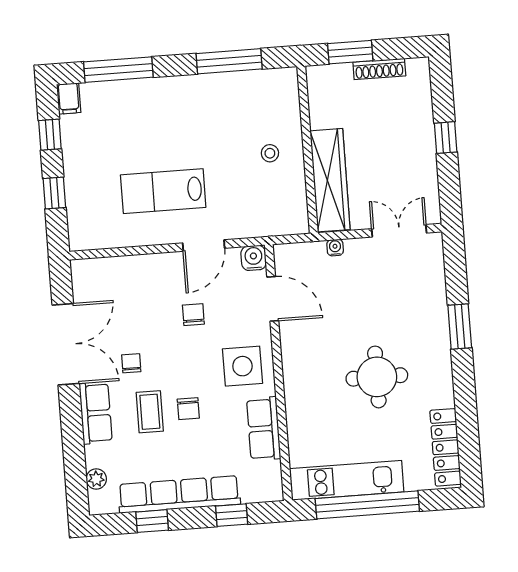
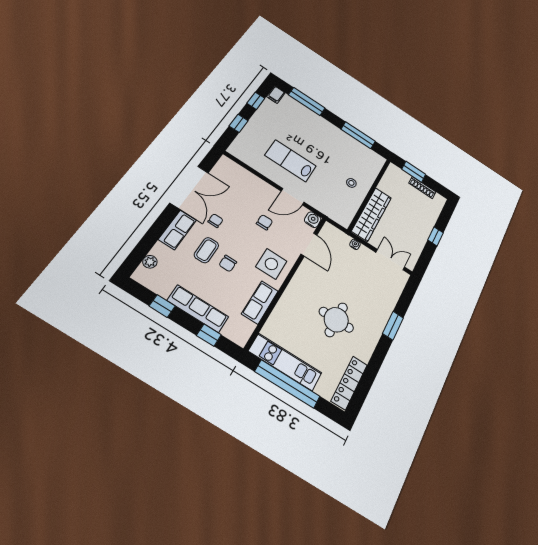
row of seats: (179, 494) -> (198, 309), width x0.73

